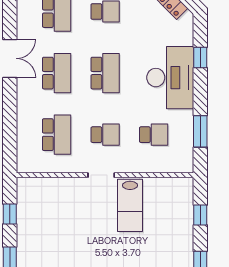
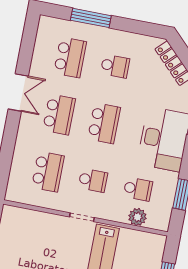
plant: (159, 164) -> (137, 217), added

